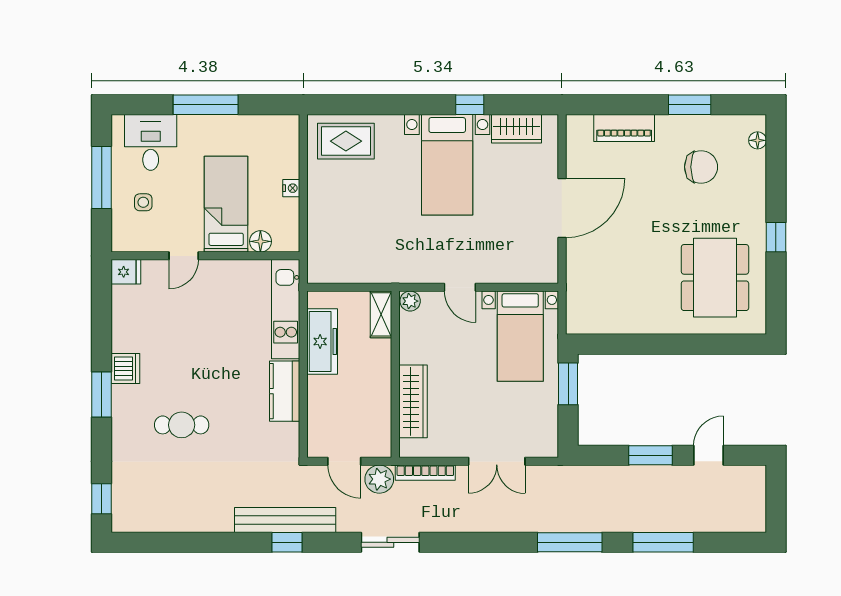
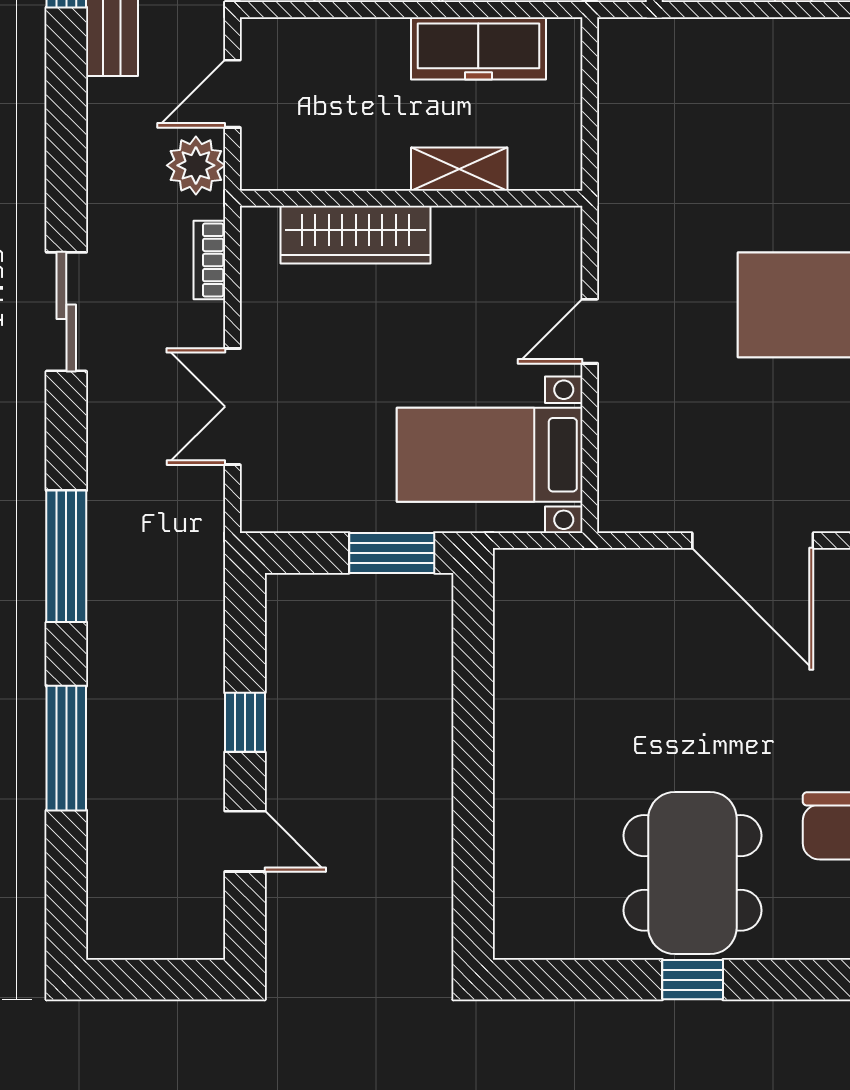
dining table: (715, 278) -> (692, 873), moved, turned 90
plant: (410, 301) -> (562, 229), removed
shelving: (381, 314) -> (459, 169), moved
window: (651, 455) -> (245, 722), width x0.67
bookcase: (425, 473) -> (209, 260), width x0.64
sliding door: (390, 542) -> (66, 312), moved

